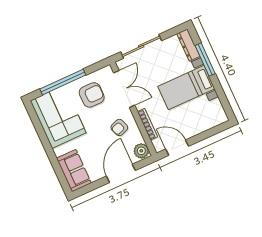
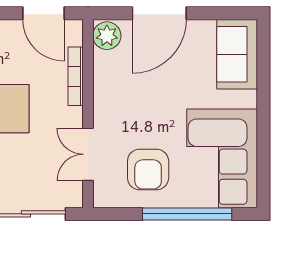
double door: (124, 89) -> (88, 154), width x0.73
armchair: (92, 95) -> (148, 169), turned -90
armchair: (119, 127) -> (126, 93), removed

